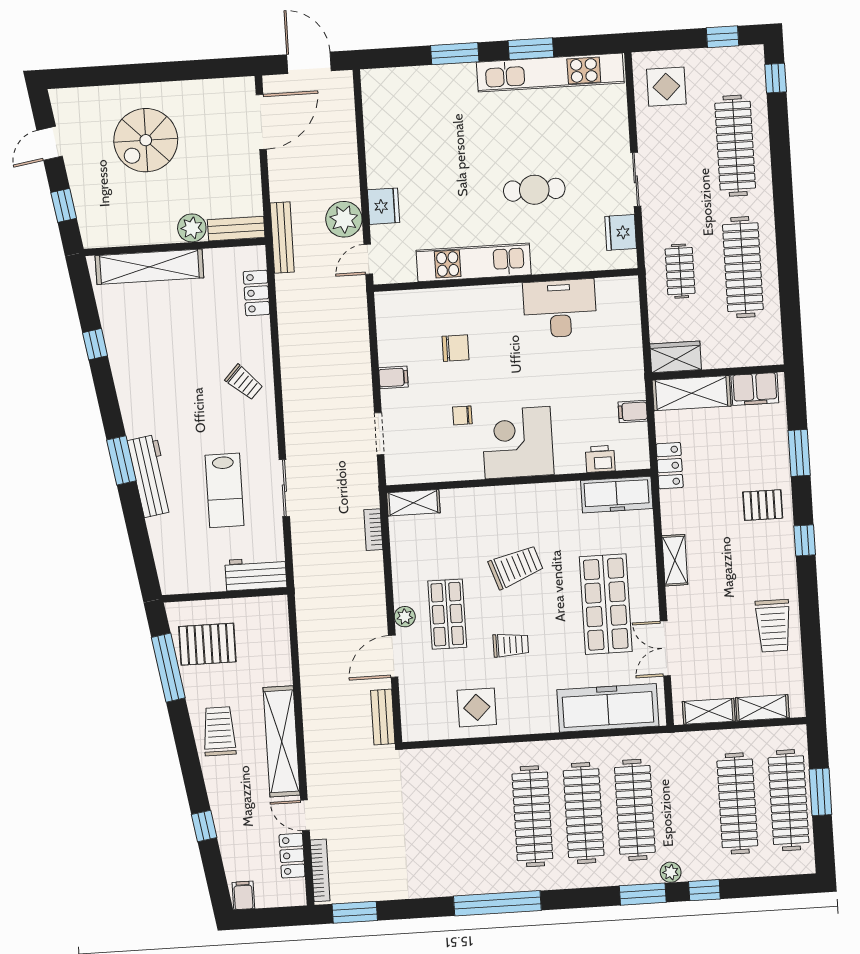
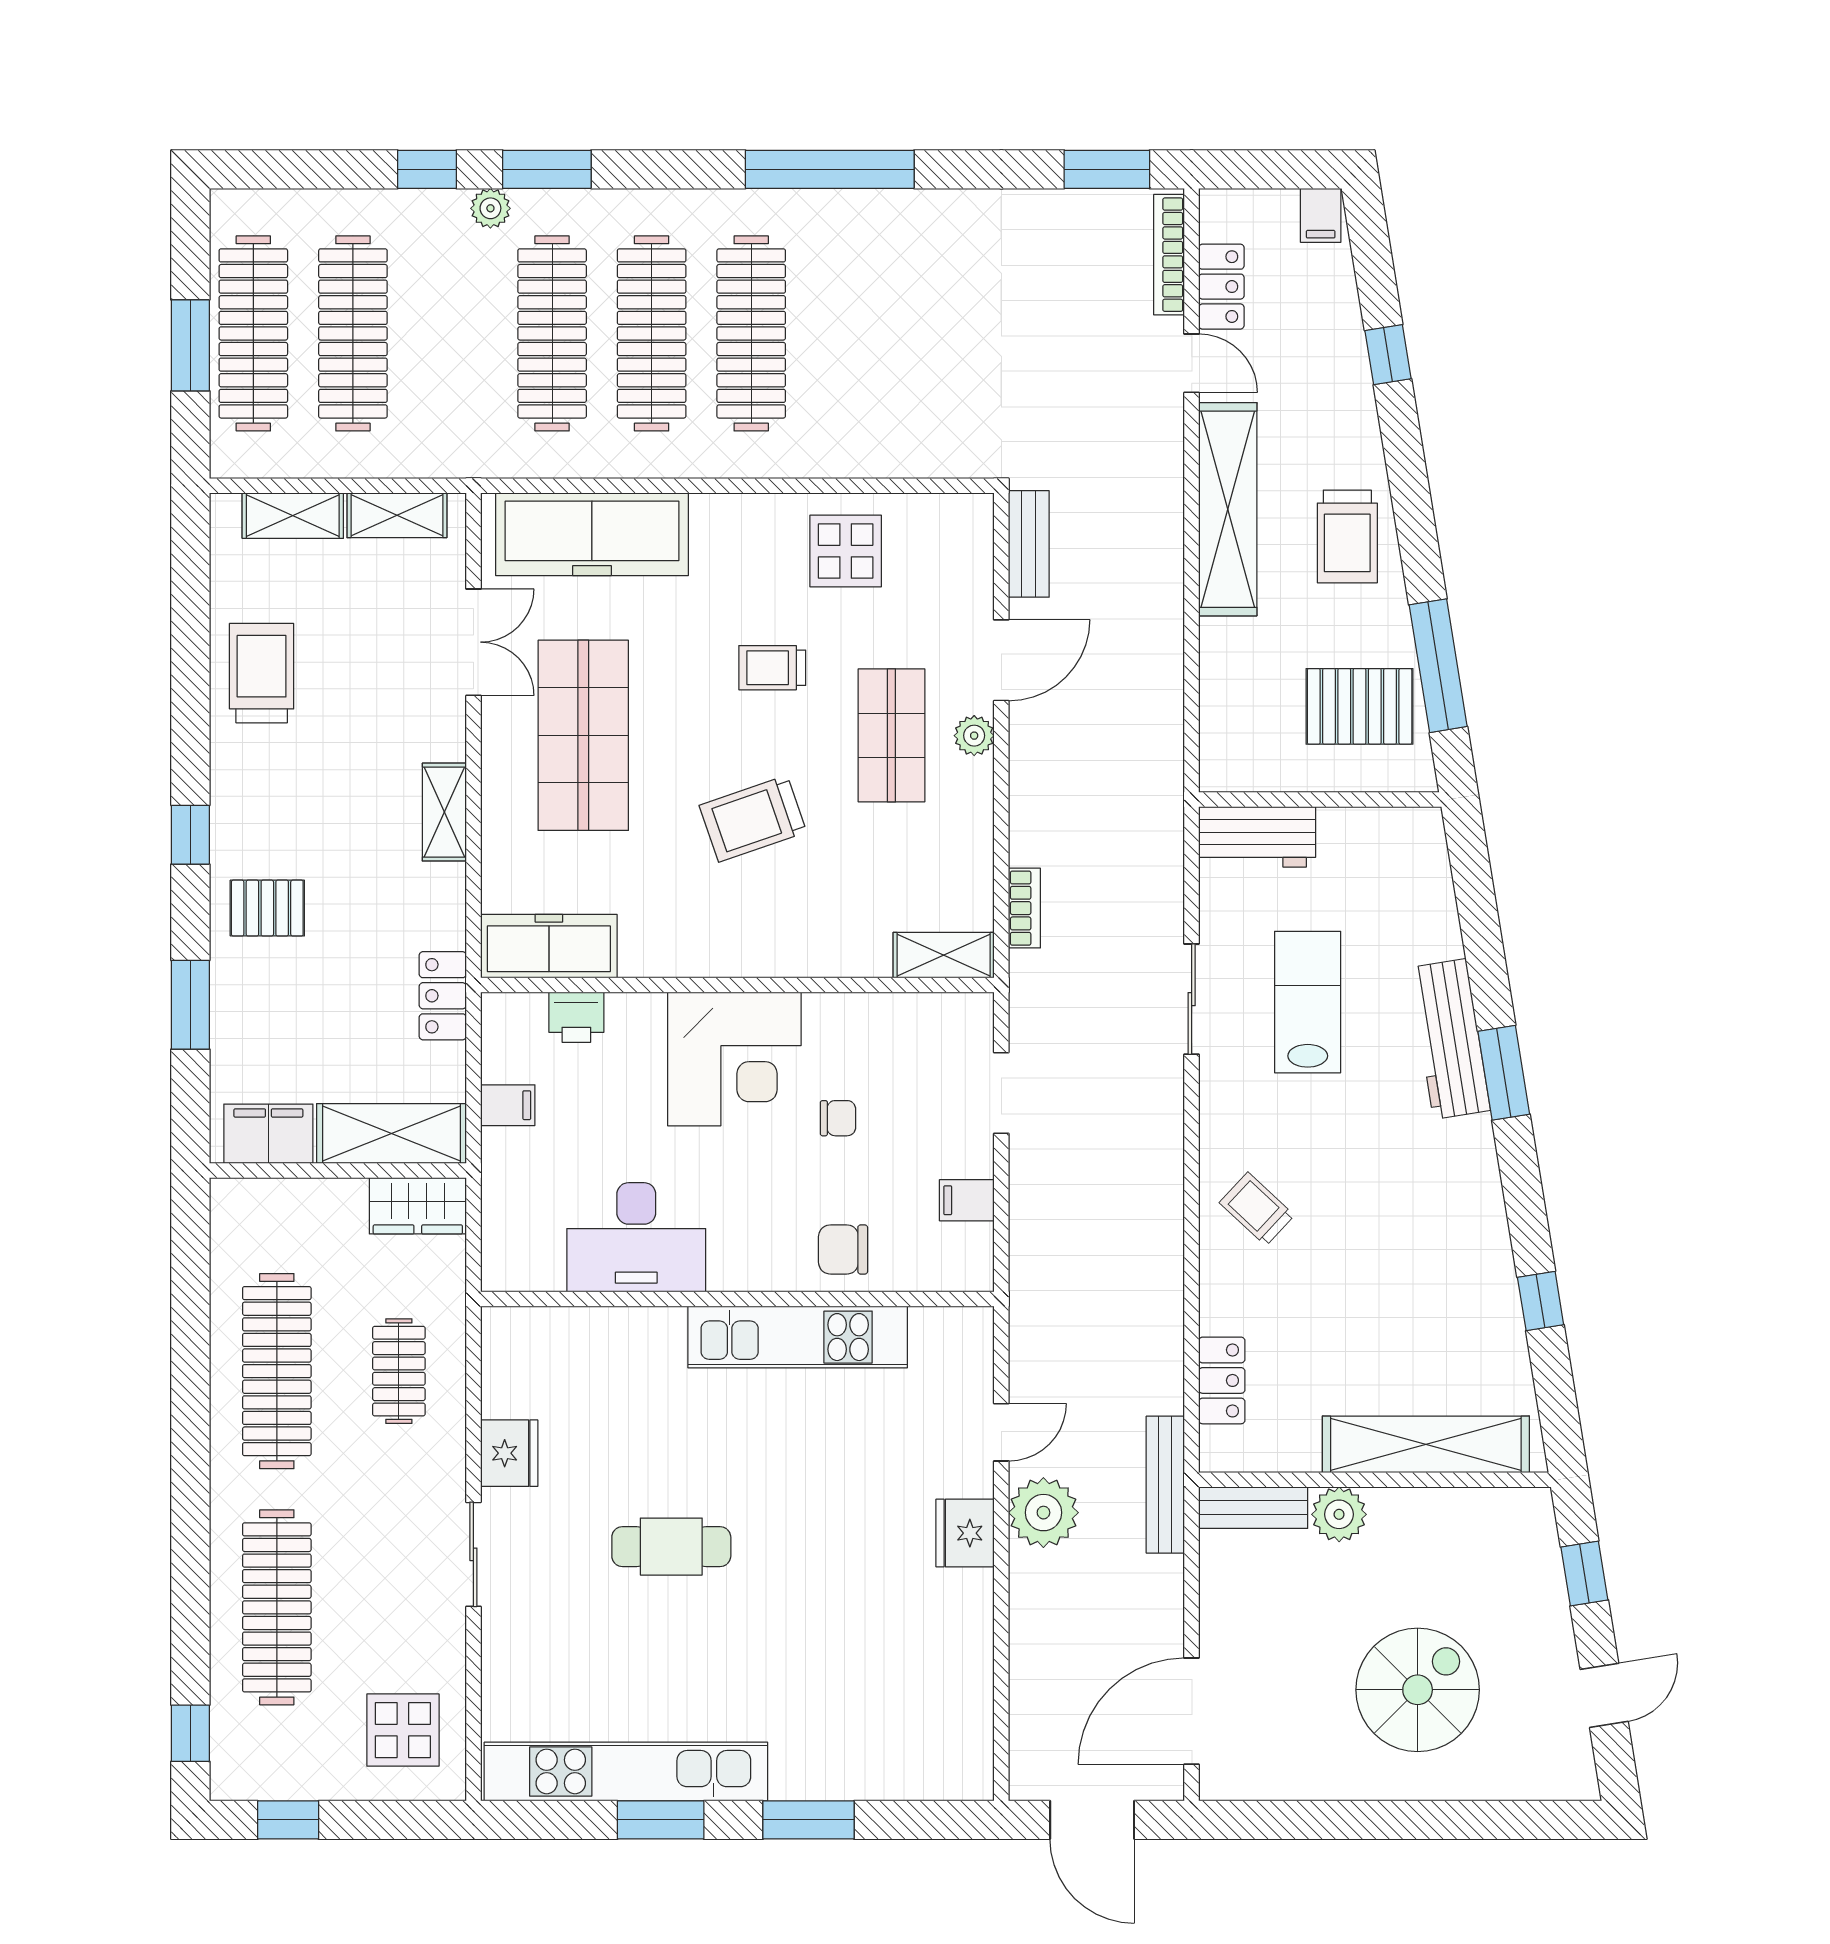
kitchen unit: (474, 262) -> (798, 1337), moved
wall: (506, 280) -> (737, 1299), moved
desk: (560, 309) -> (636, 1237), moved

